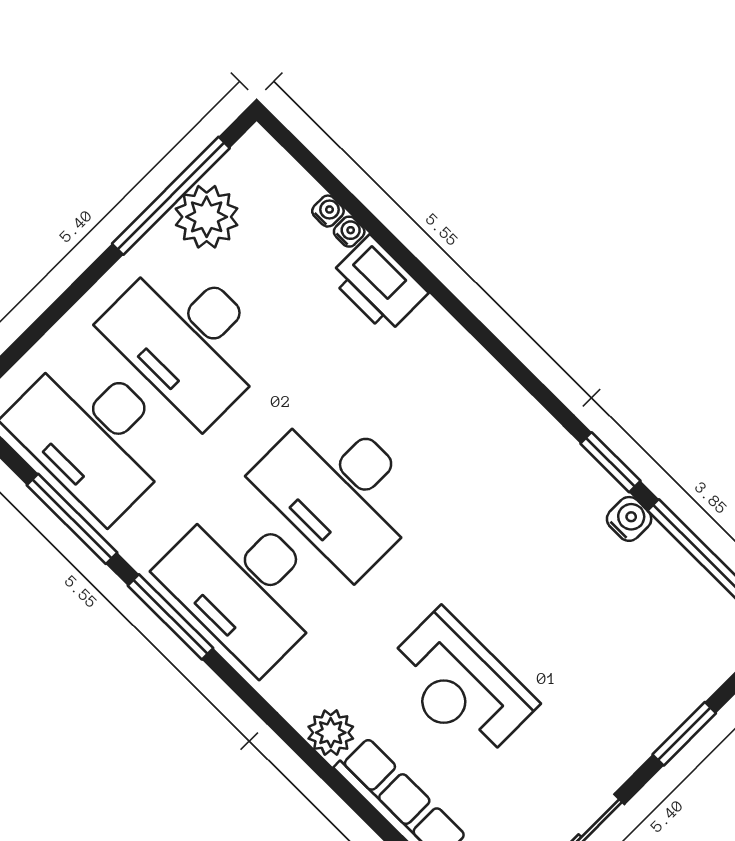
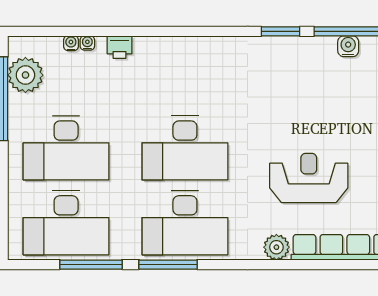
plant: (207, 217) -> (25, 75), moved
printer: (378, 285) -> (120, 47), width x0.53, depth x0.68
water cooler: (629, 519) -> (348, 46), moved
reception desk: (460, 685) -> (309, 178), turned 180

